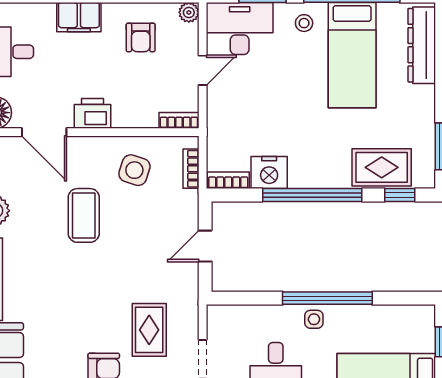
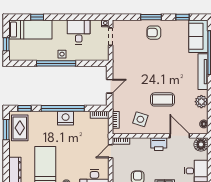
door: (203, 70) -> (111, 151), moved
rug: (382, 167) -> (20, 128), moved, turned 90
nightstand: (269, 173) -> (66, 118), moved
coffee table: (84, 215) -> (163, 99), turned 90
rug: (149, 330) -> (134, 50), removed

